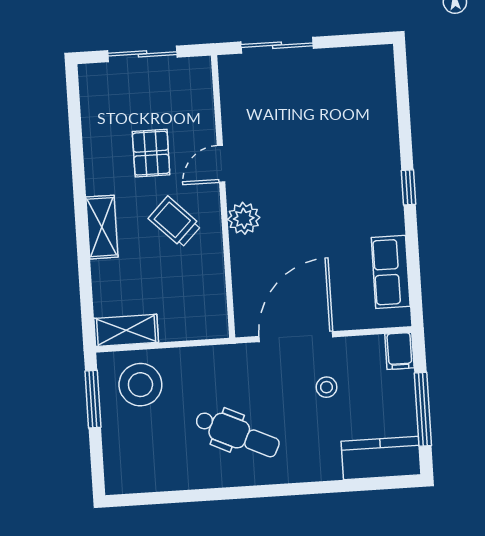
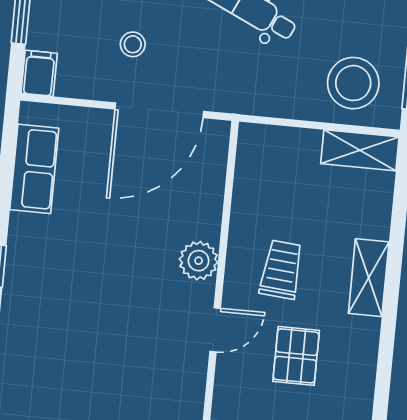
trolley: (175, 222) -> (281, 270), turned -130

